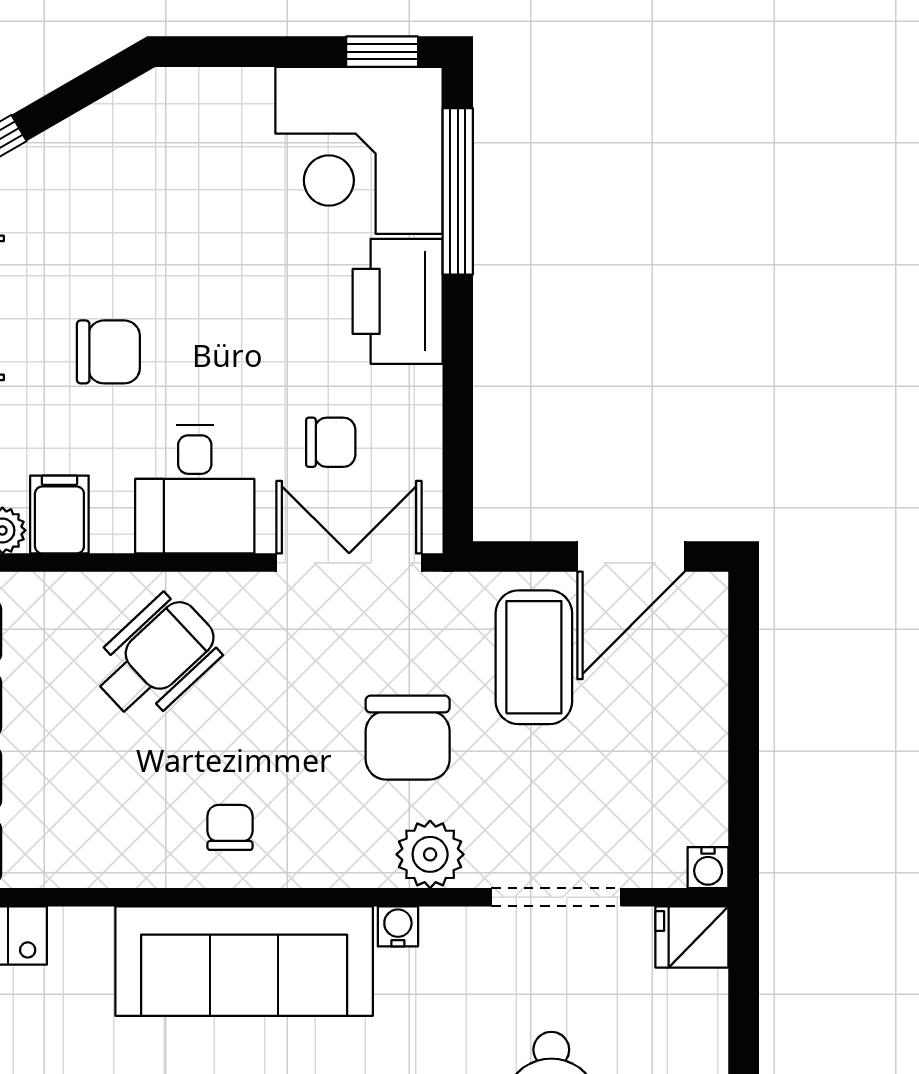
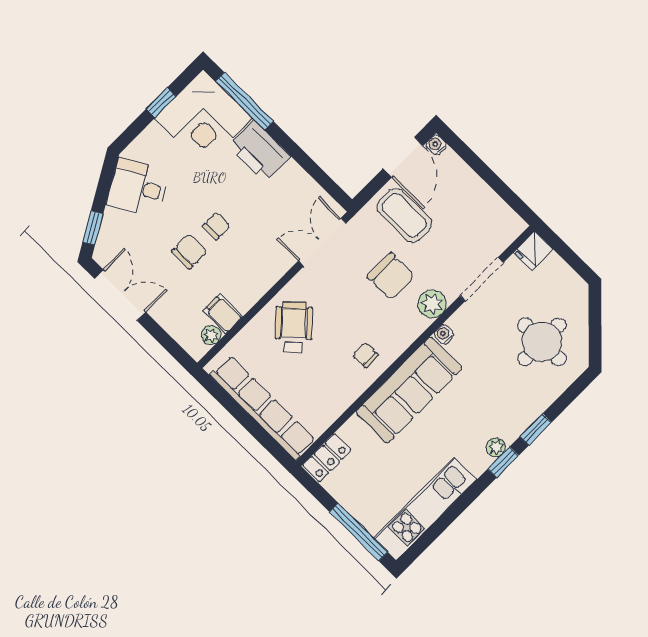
window: (382, 52) -> (161, 103), moved
chair: (331, 442) -> (216, 226), moved
desk: (195, 489) -> (138, 187), moved, turned 150
water cooler: (708, 868) -> (436, 145), moved, turned 180

